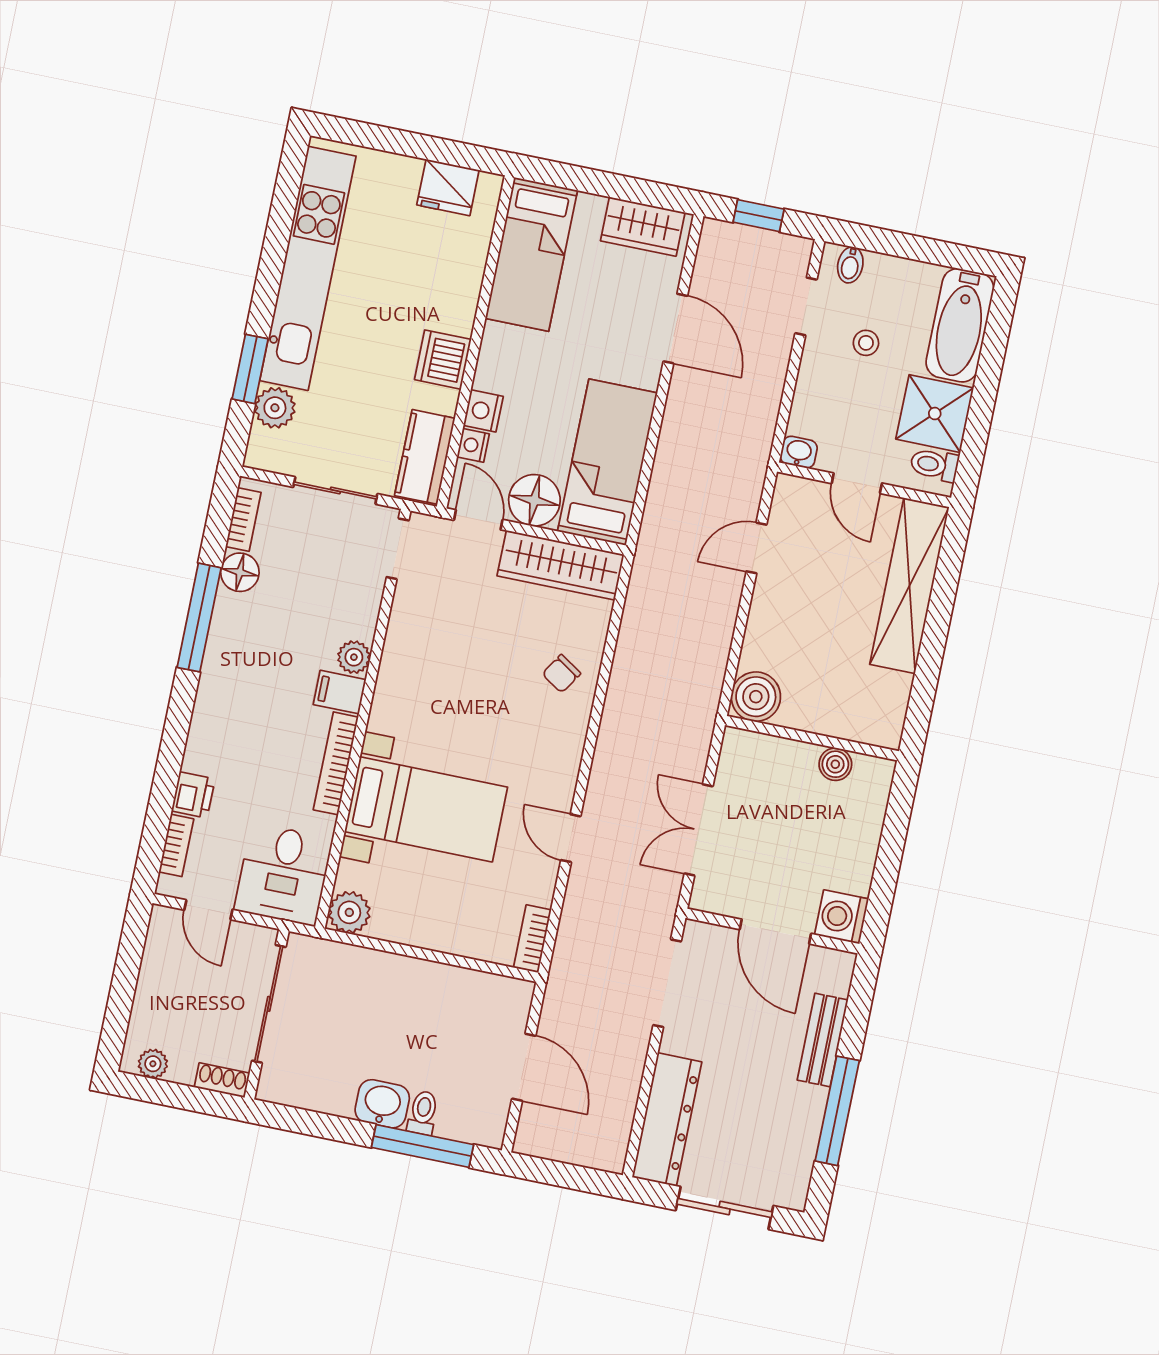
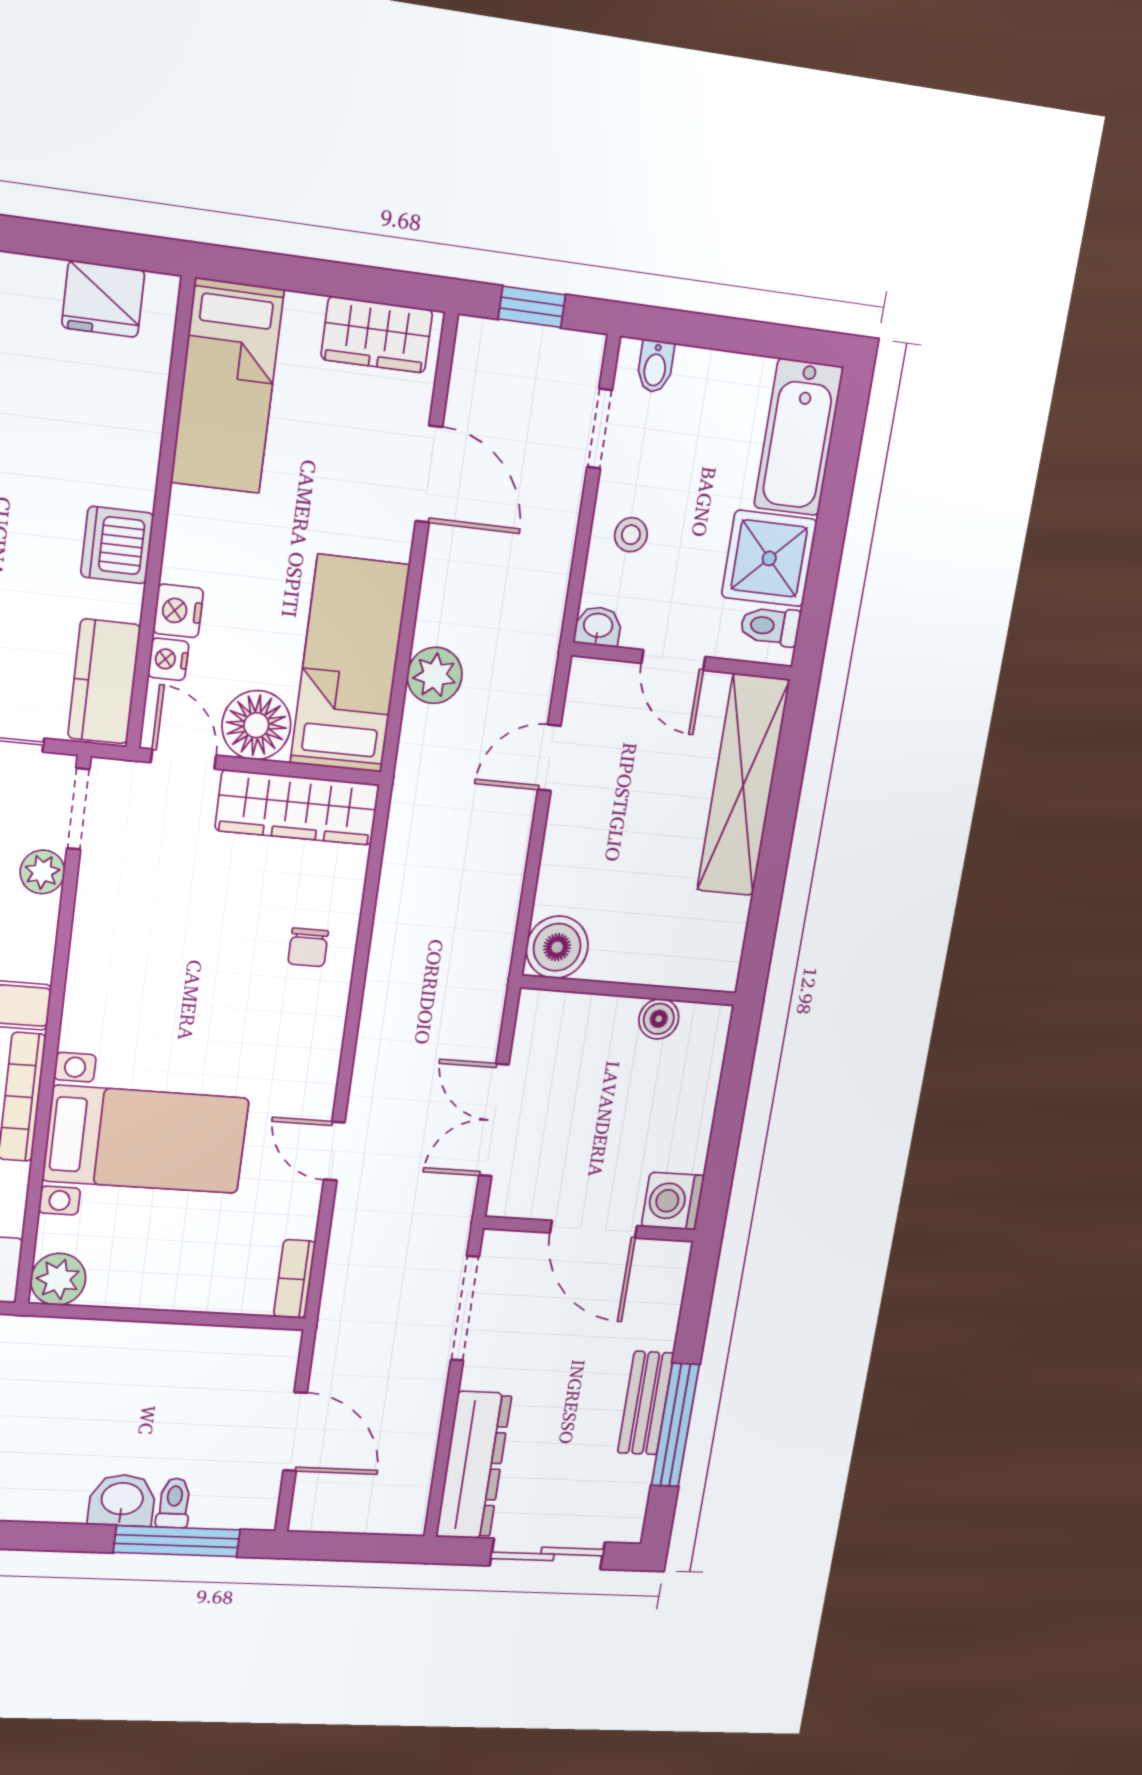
stool: (866, 343) -> (631, 535), moved
plant: (671, 477) -> (435, 675), added
plant: (354, 657) -> (42, 872), moved
chair: (561, 674) -> (308, 947), turned -33
bench: (823, 1040) -> (646, 1403), moved

